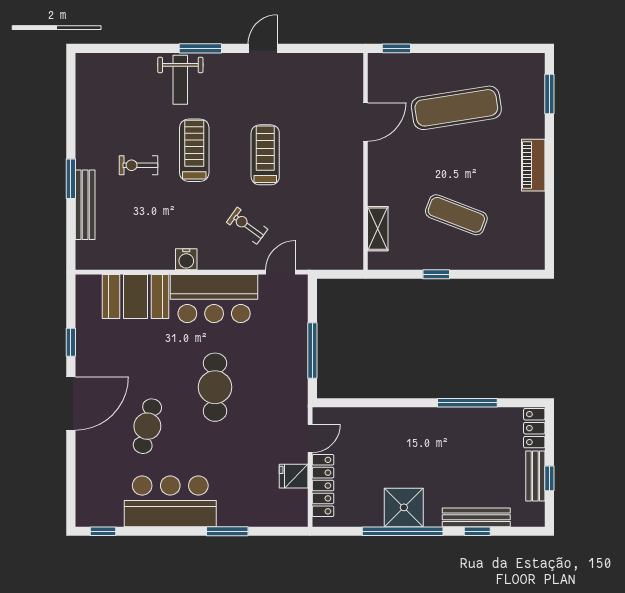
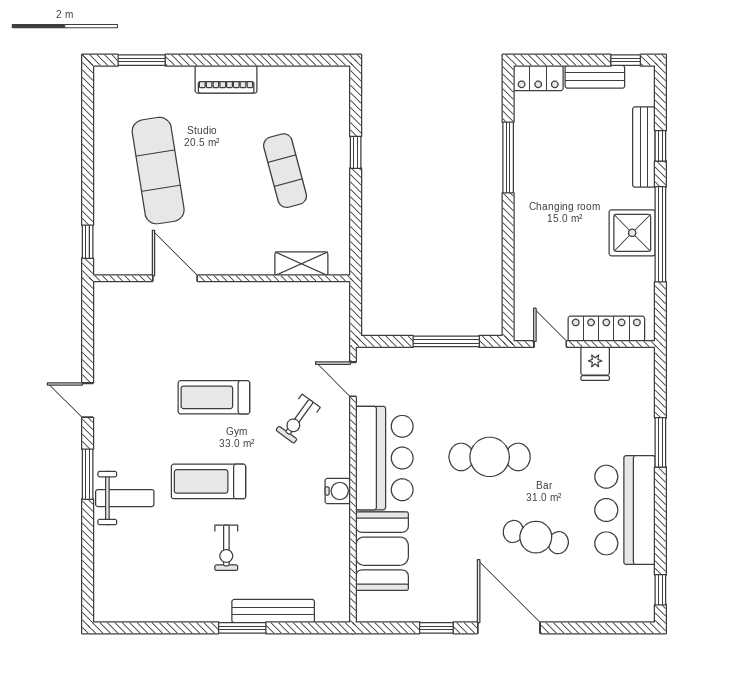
exercise mat: (456, 215) -> (285, 171), turned -36
window: (436, 274) -> (356, 152), moved
window: (549, 478) -> (626, 60), moved

